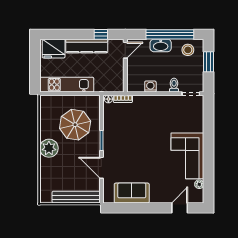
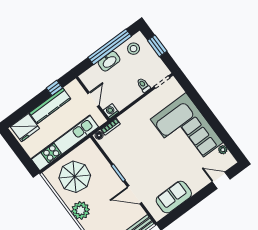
door: (125, 50) -> (93, 99), moved
kitchen unit: (67, 85) -> (65, 143), width x1.36
washing machine: (150, 87) -> (111, 111), moved
parasol: (75, 125) -> (75, 177), moved
corner sofa: (187, 156) -> (187, 131), width x1.36, depth x1.36
door: (180, 208) -> (221, 180), hinge flipped

